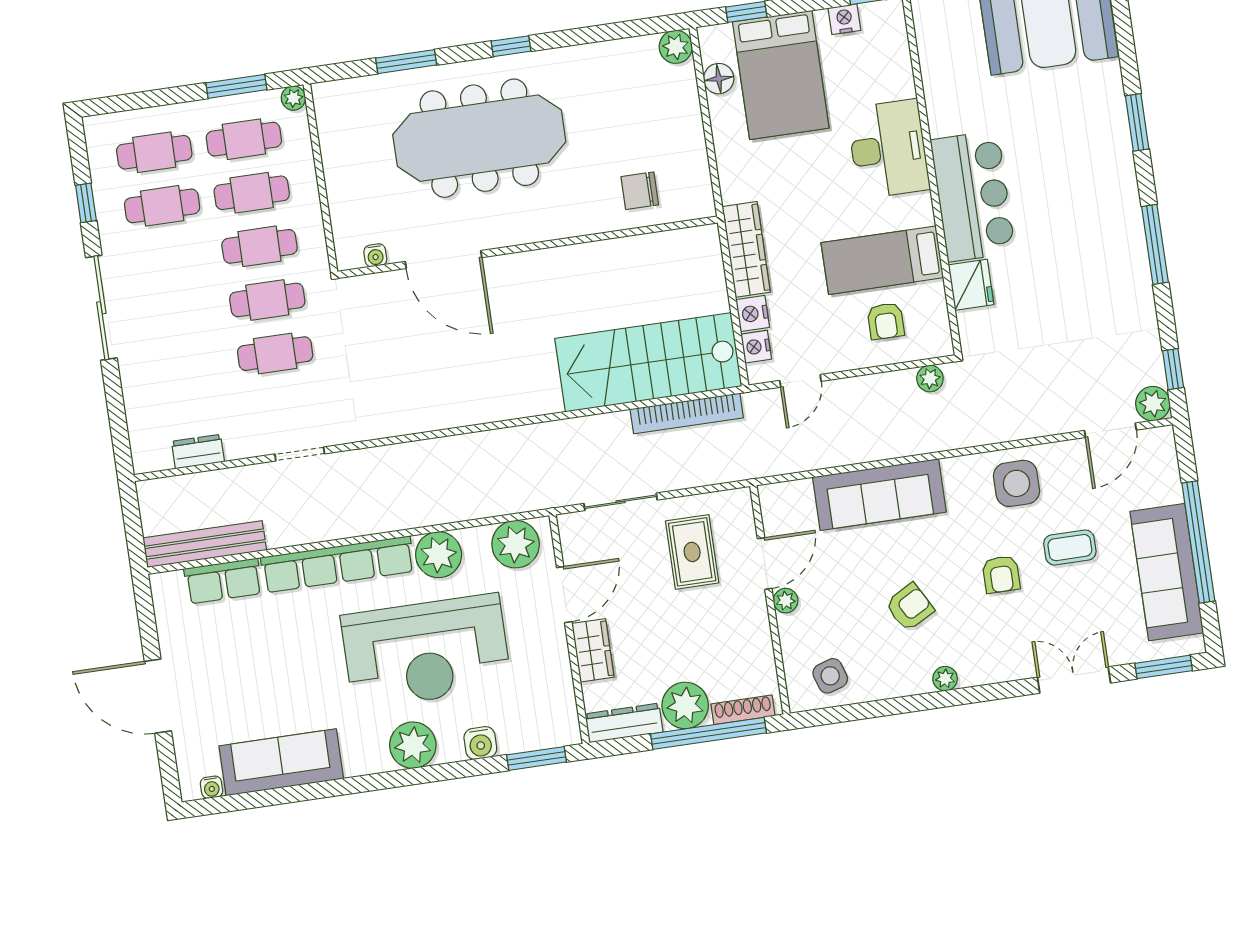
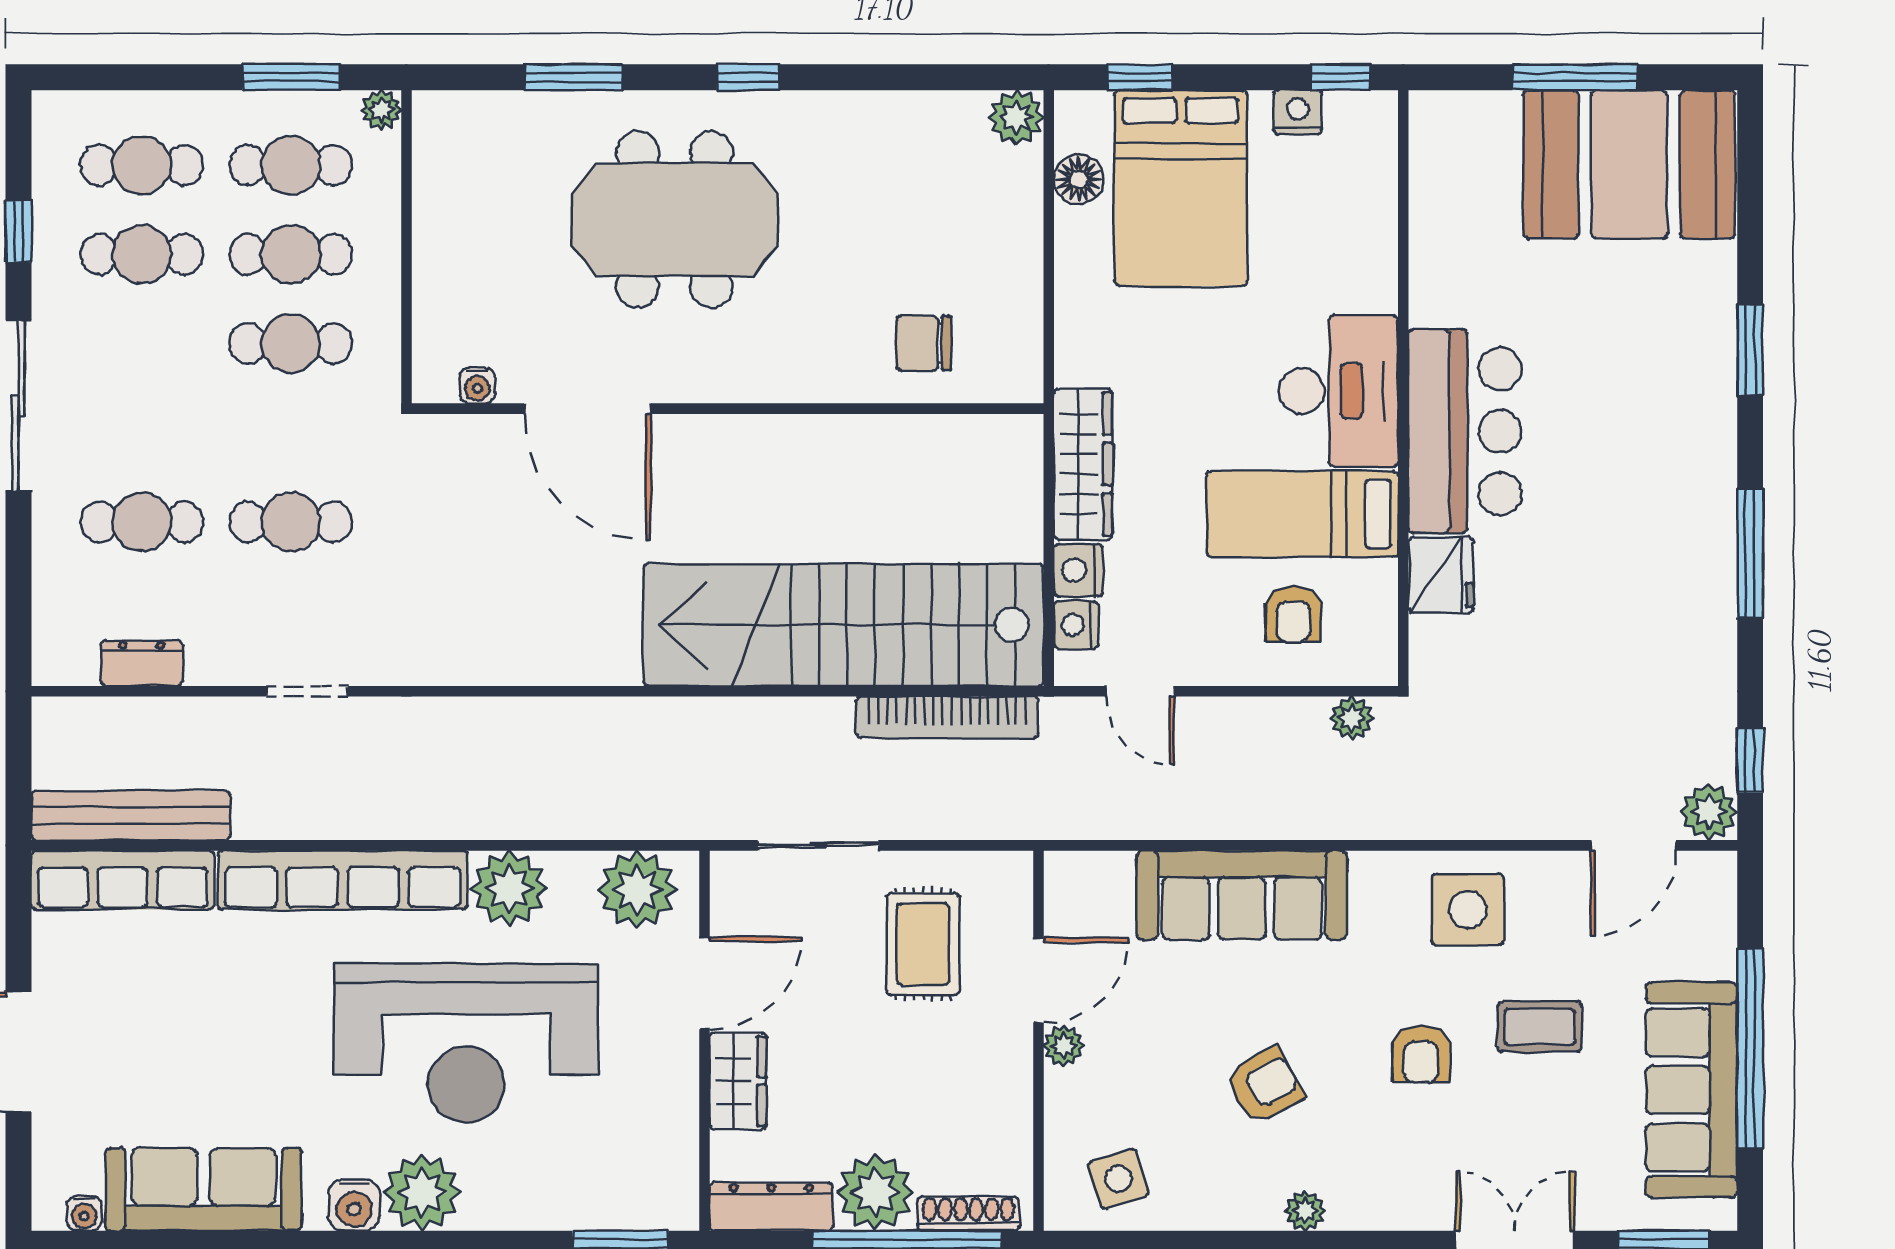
meeting table: (479, 138) -> (675, 219), width x0.73
desk: (888, 149) -> (1338, 391), moved
cafe table: (267, 300) -> (142, 522), moved
stairs: (648, 362) -> (843, 625), width x1.36
door: (800, 381) -> (1140, 691), hinge flipped
row of seats: (223, 581) -> (123, 880), width x1.48
water cooler: (480, 743) -> (354, 1205), moved

